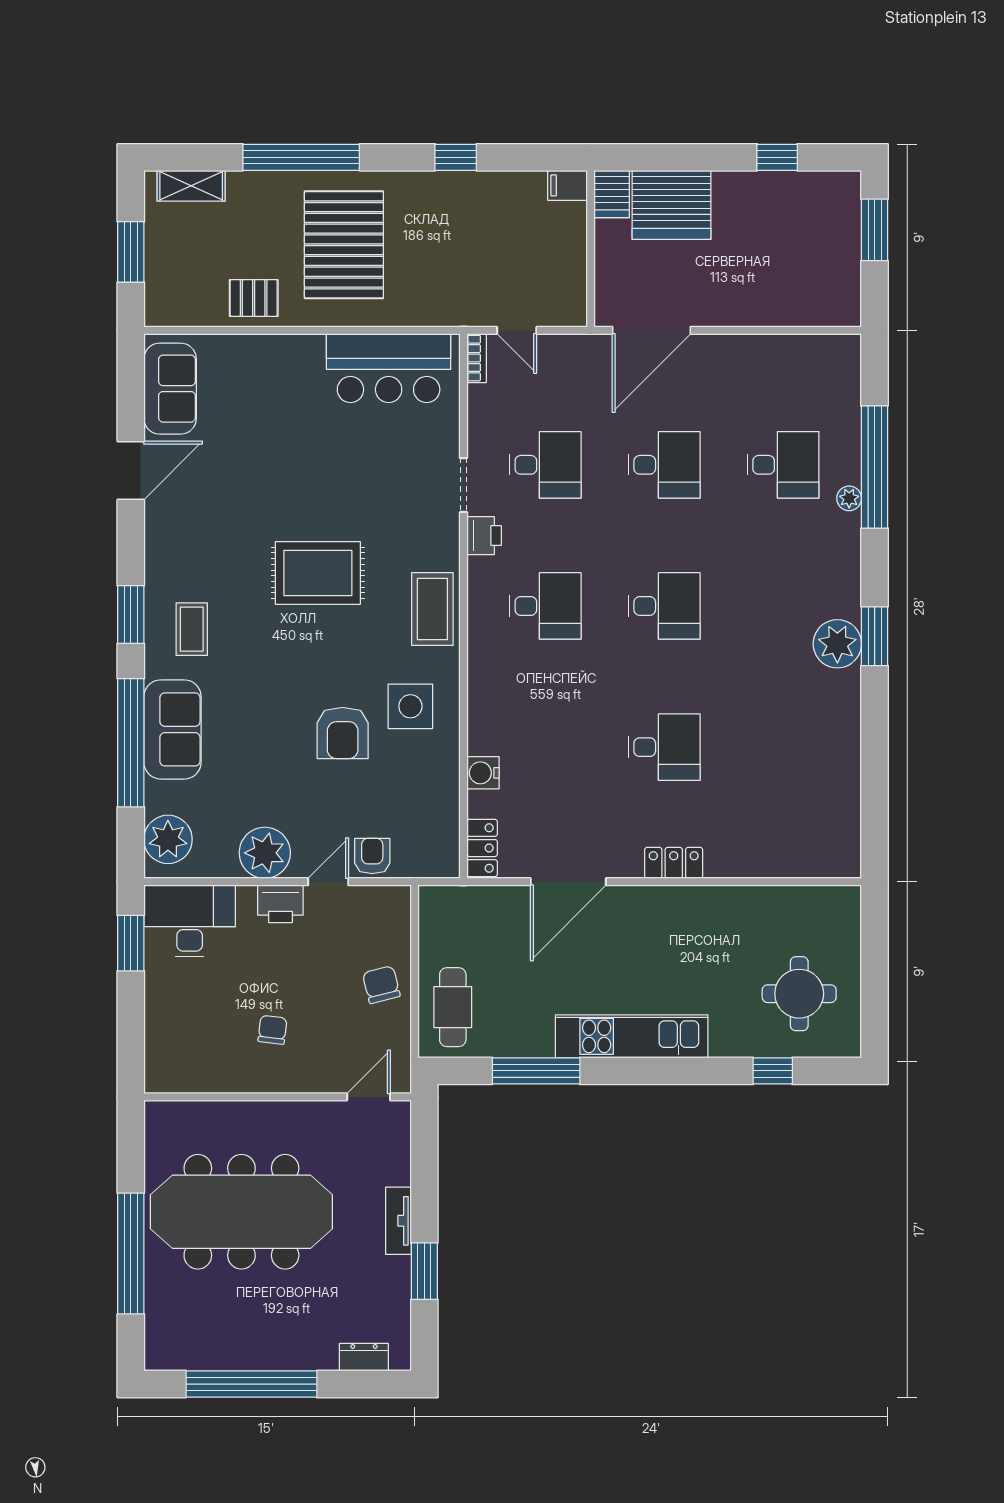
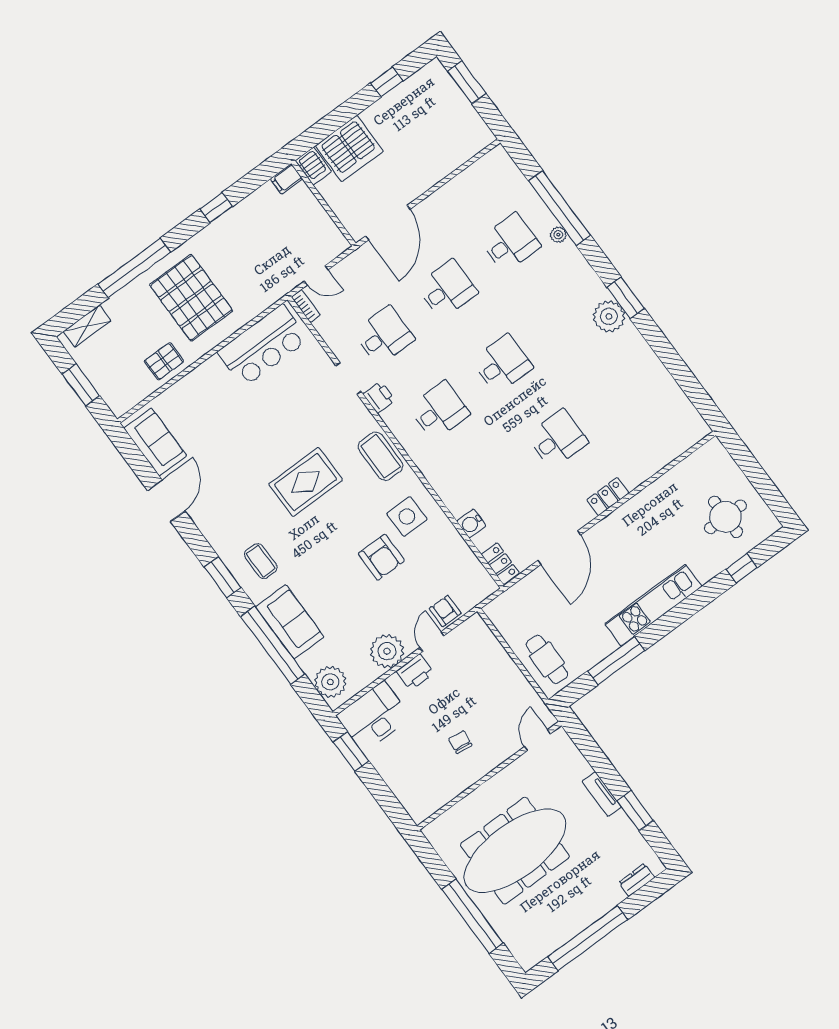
chair: (381, 985) -> (500, 676), removed

